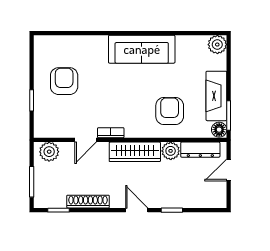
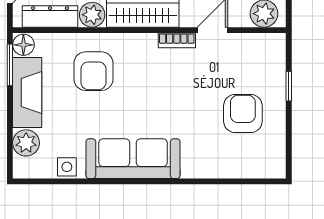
side table: (188, 43) -> (67, 167), added
plant: (217, 45) -> (26, 143), moved
armchair: (64, 81) -> (243, 114), turned 180

